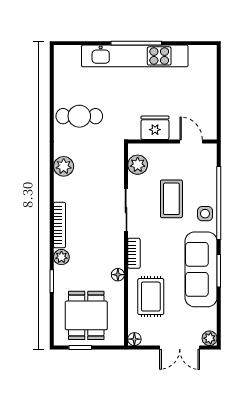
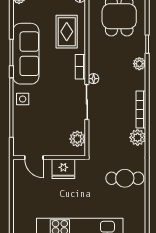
coffee table: (171, 199) -> (50, 111), removed
bookcase: (60, 225) -> (141, 110), moved
floor lamp: (118, 275) -> (94, 79), moved

